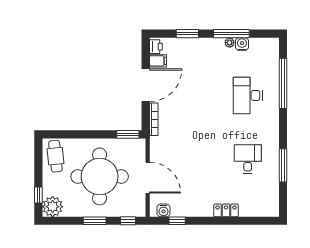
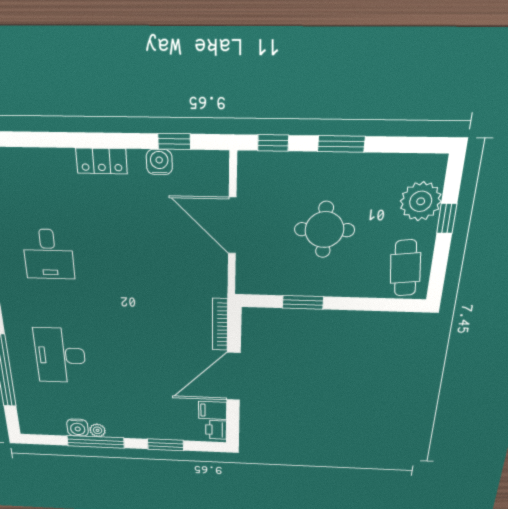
desk: (248, 95) -> (60, 355), turned 180
window: (128, 134) -> (303, 302), moved
round table: (100, 176) -> (324, 230), width x0.54, depth x0.54
window: (38, 195) -> (447, 218), moved
plant: (53, 207) -> (421, 201), moved
water cooler: (163, 210) -> (159, 162), moved
locker: (226, 210) -> (101, 161), moved

